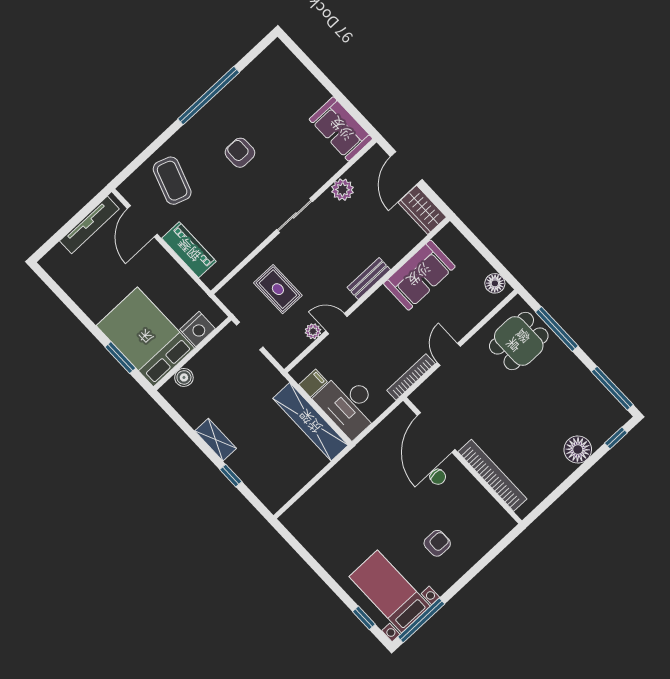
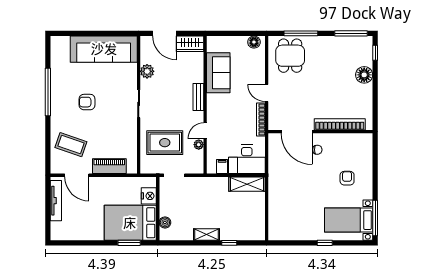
sofa: (341, 129) -> (104, 49), width x1.85, depth x1.27
rug: (278, 289) -> (165, 143), width x1.36, depth x1.43
shelving: (310, 422) -> (247, 184), width x0.68
window: (364, 618) -> (325, 243), moved

